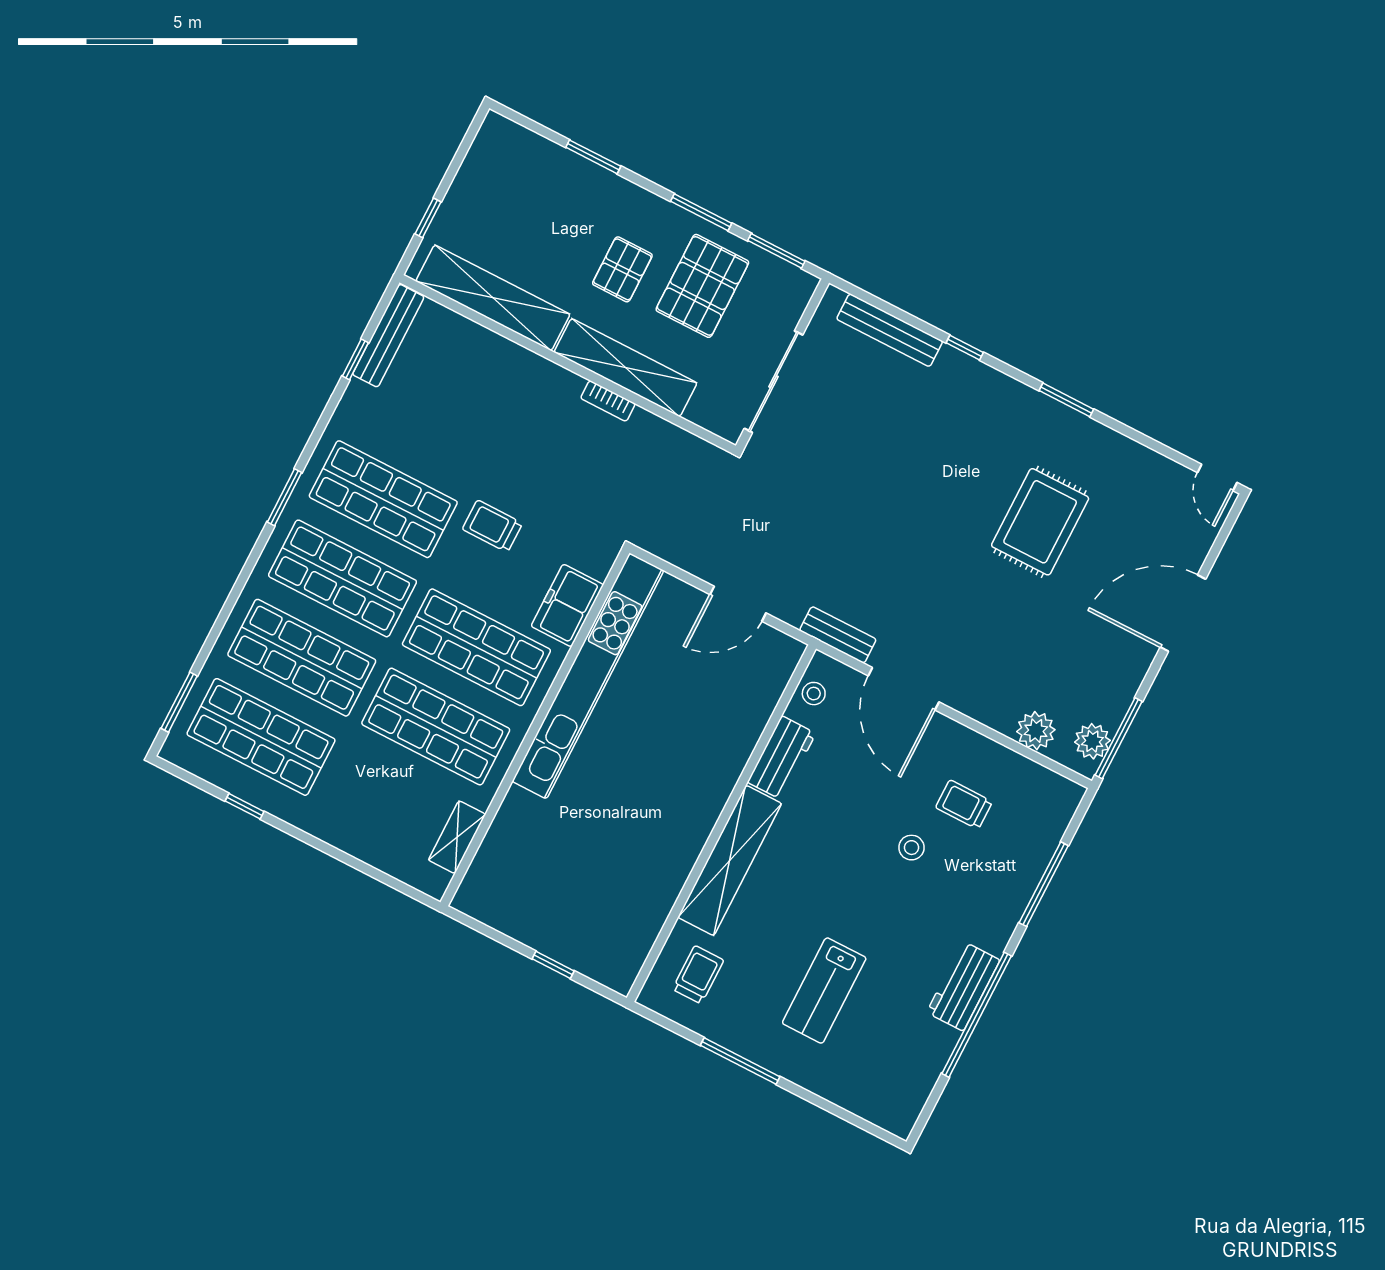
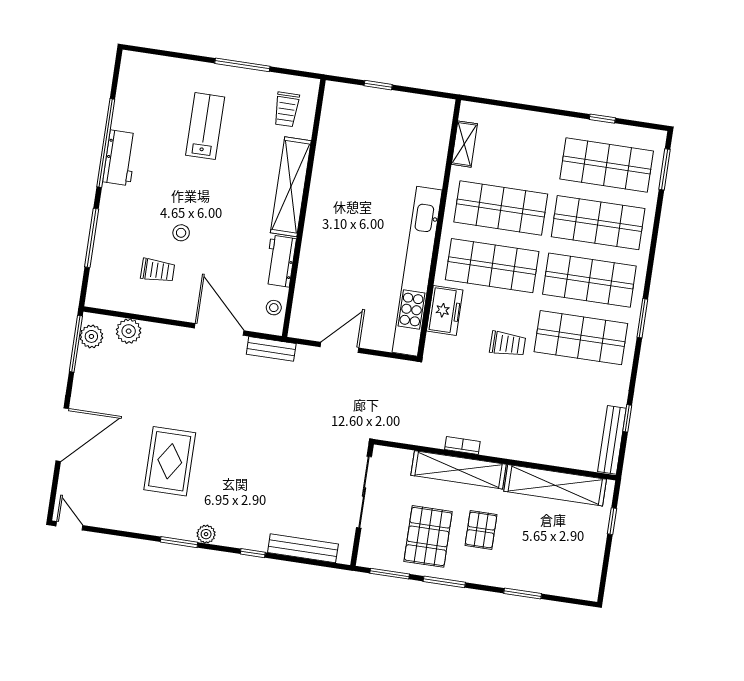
plant: (1023, 398) -> (206, 534), added

